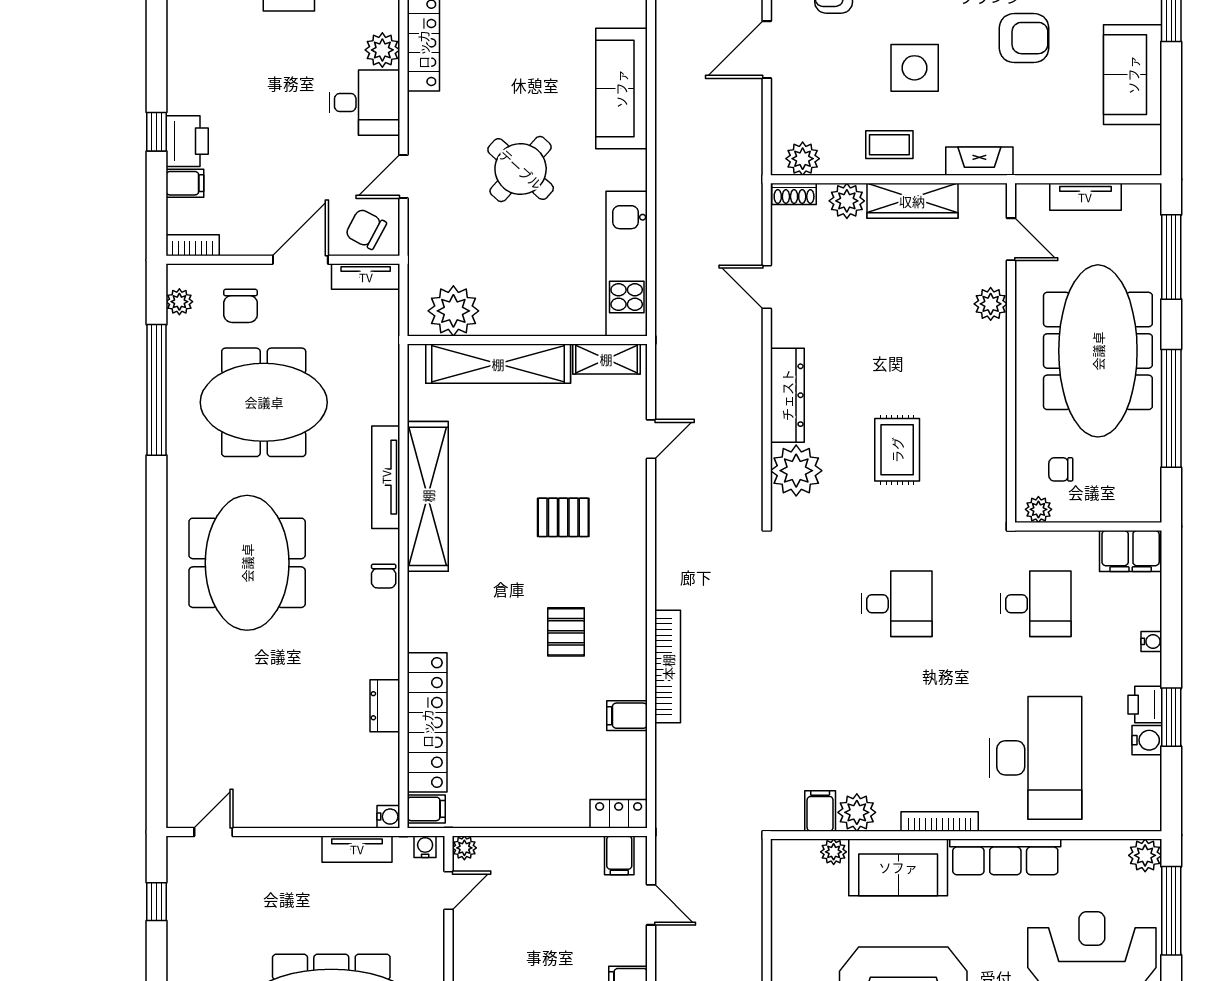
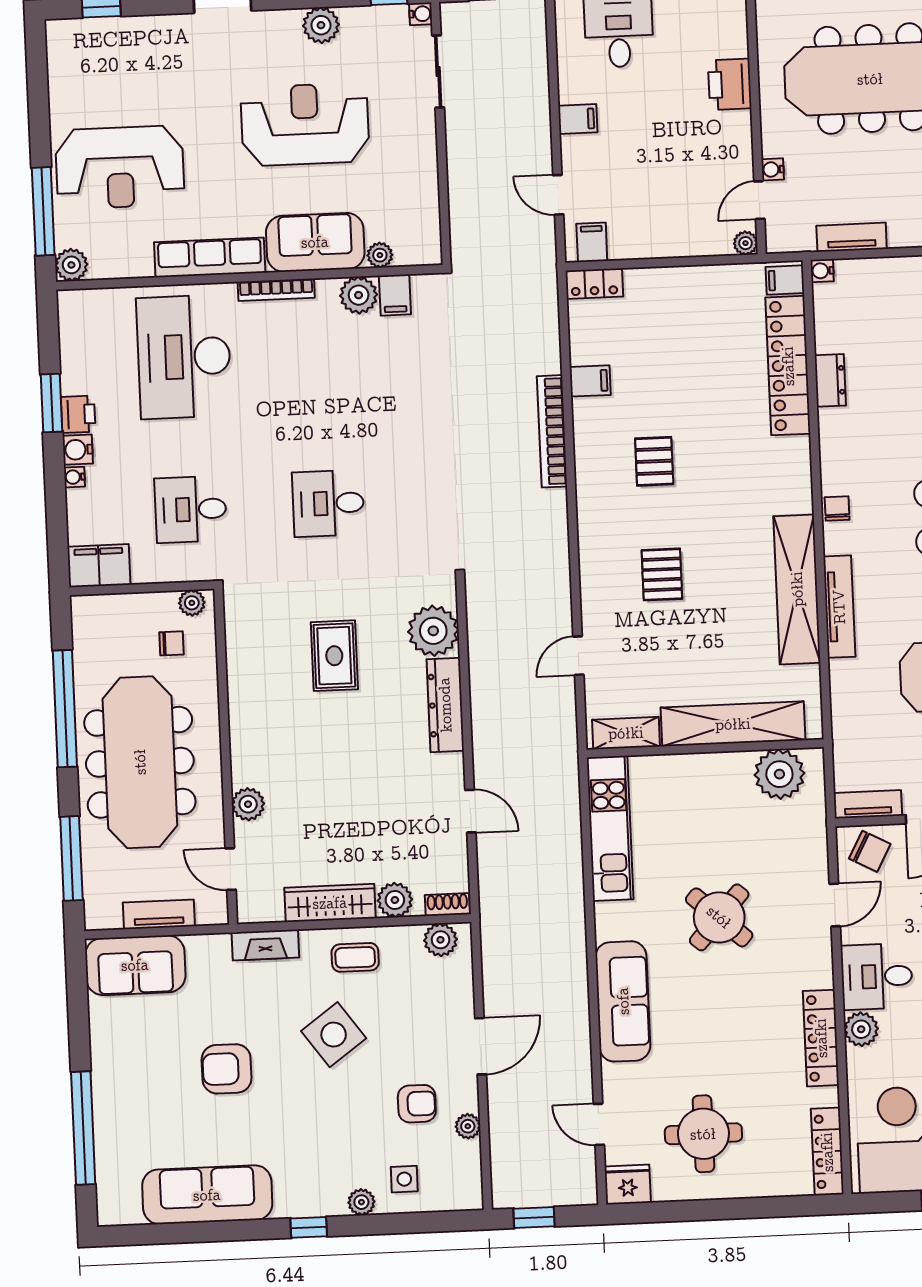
side table: (915, 68) -> (334, 1035), turned -36
sofa: (1133, 75) -> (135, 965), moved, turned 90
pallet: (563, 517) -> (662, 574), turned 90
water cooler: (1147, 740) -> (78, 450), moved
water cooler: (425, 847) -> (773, 169), moved, turned 90

